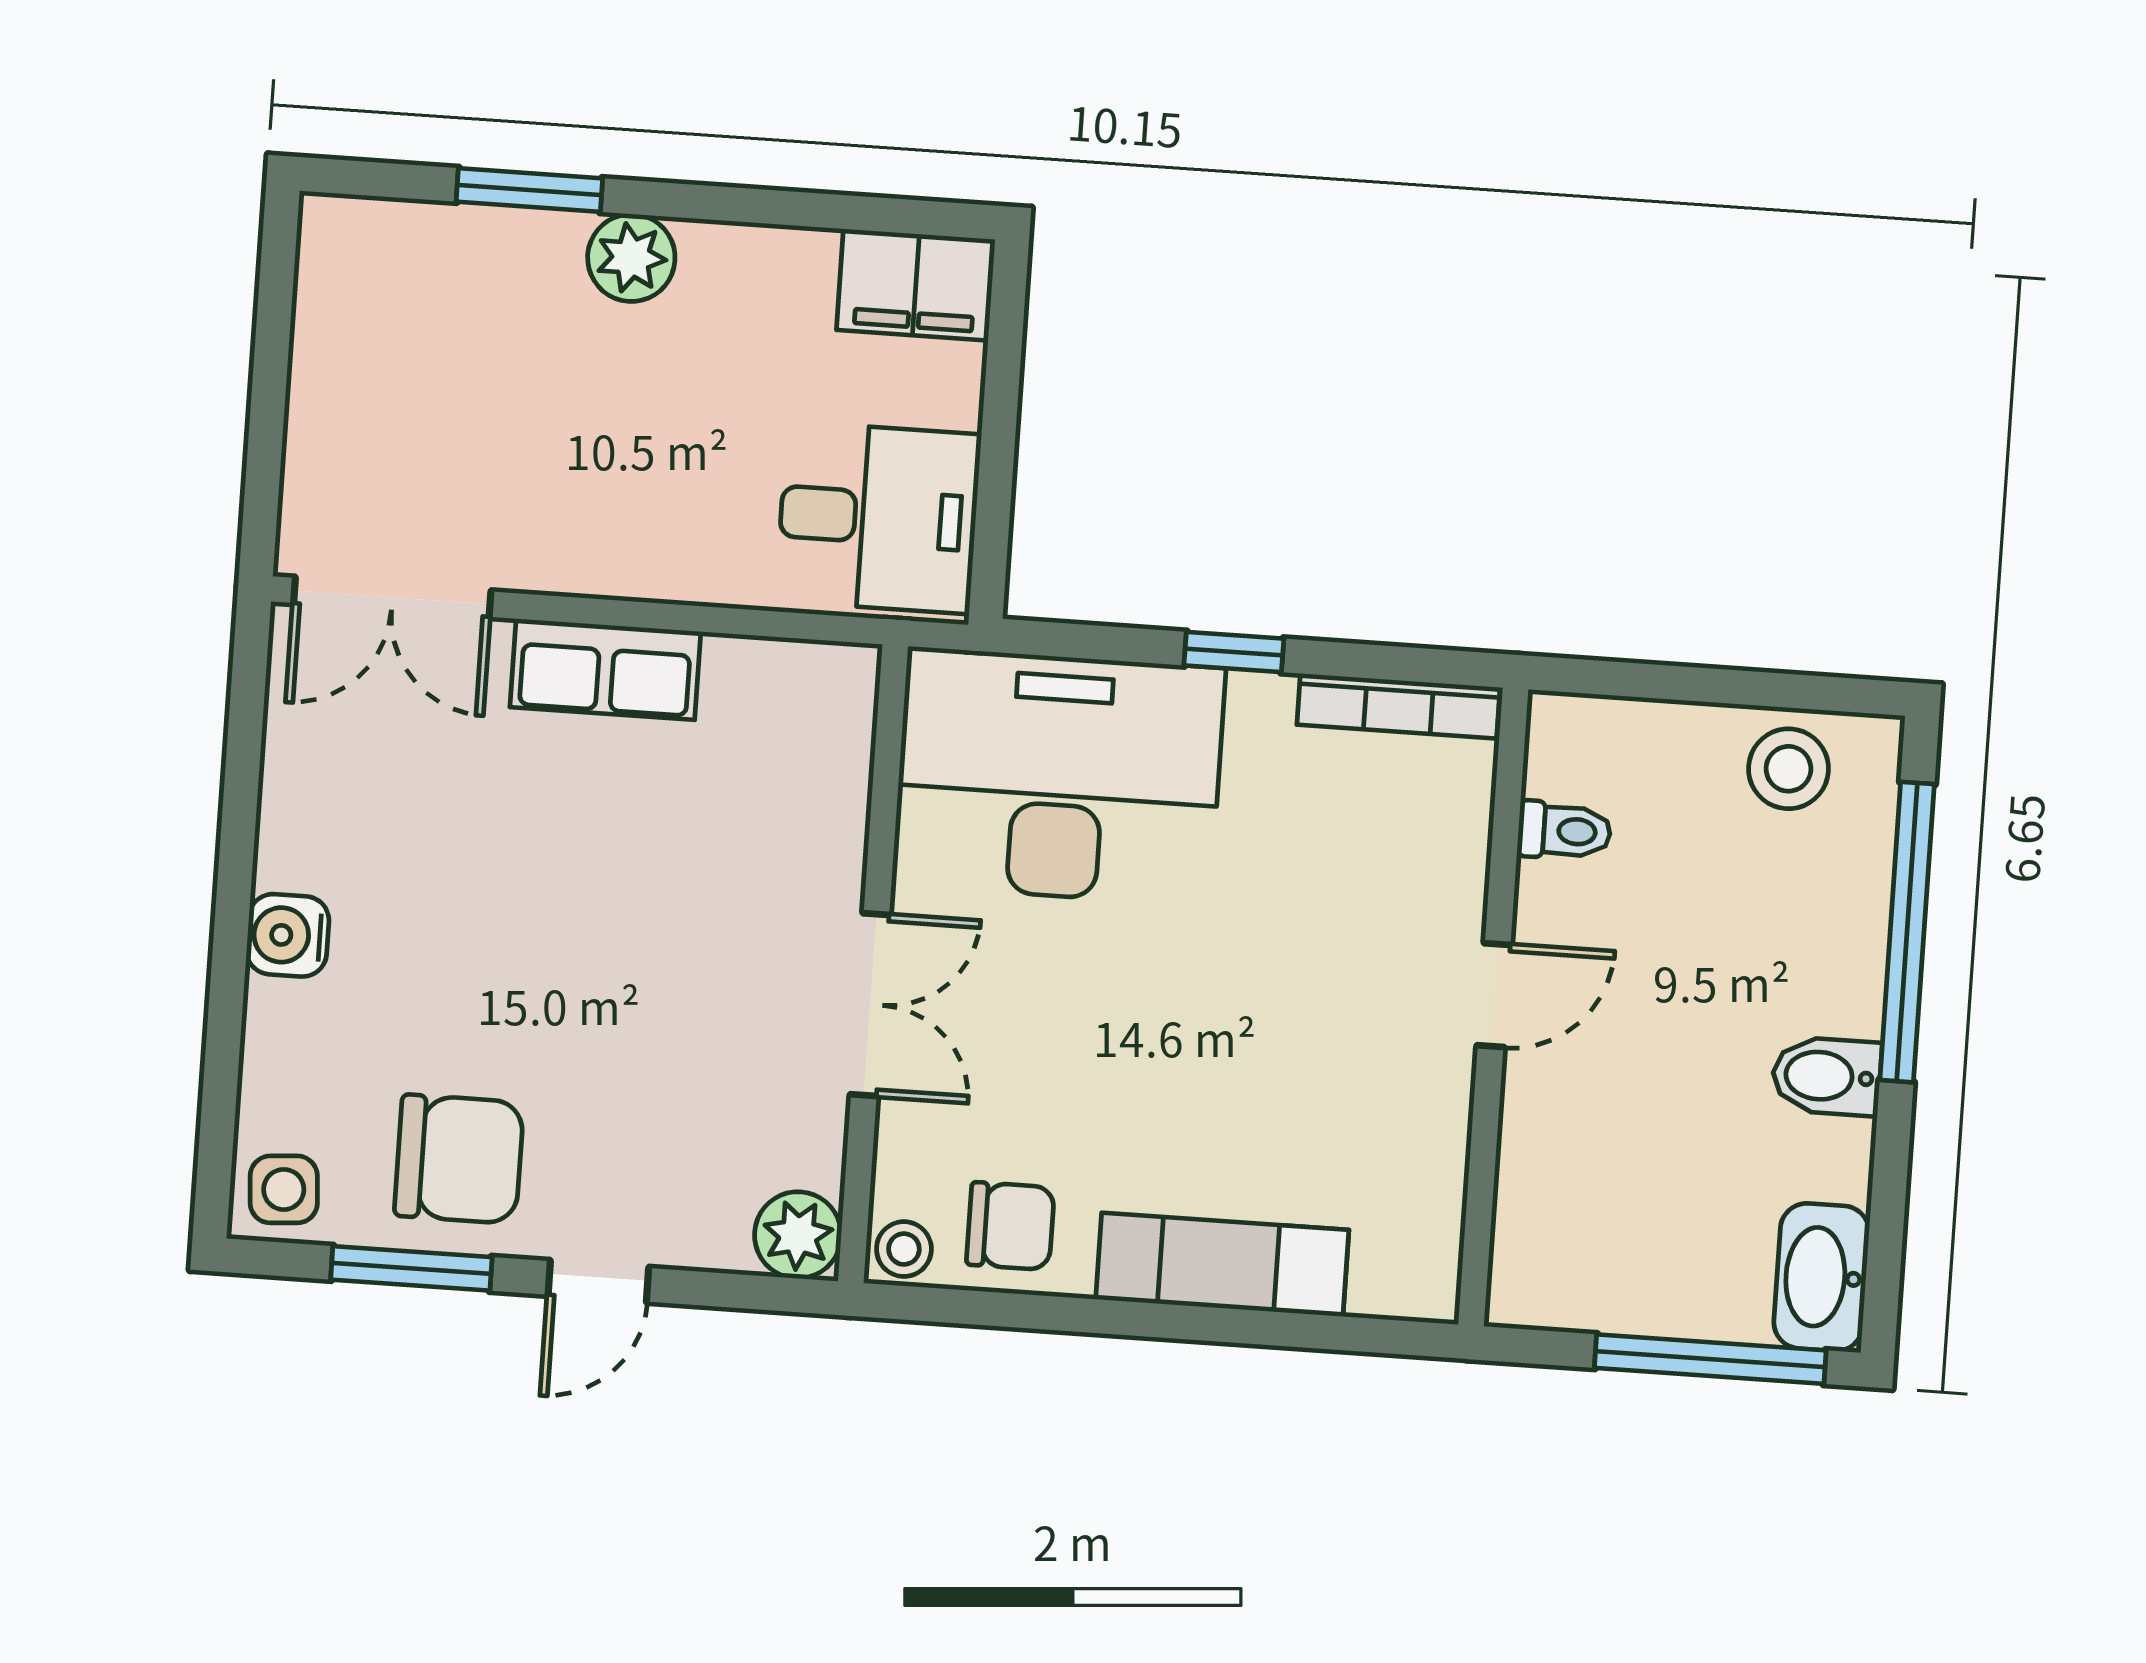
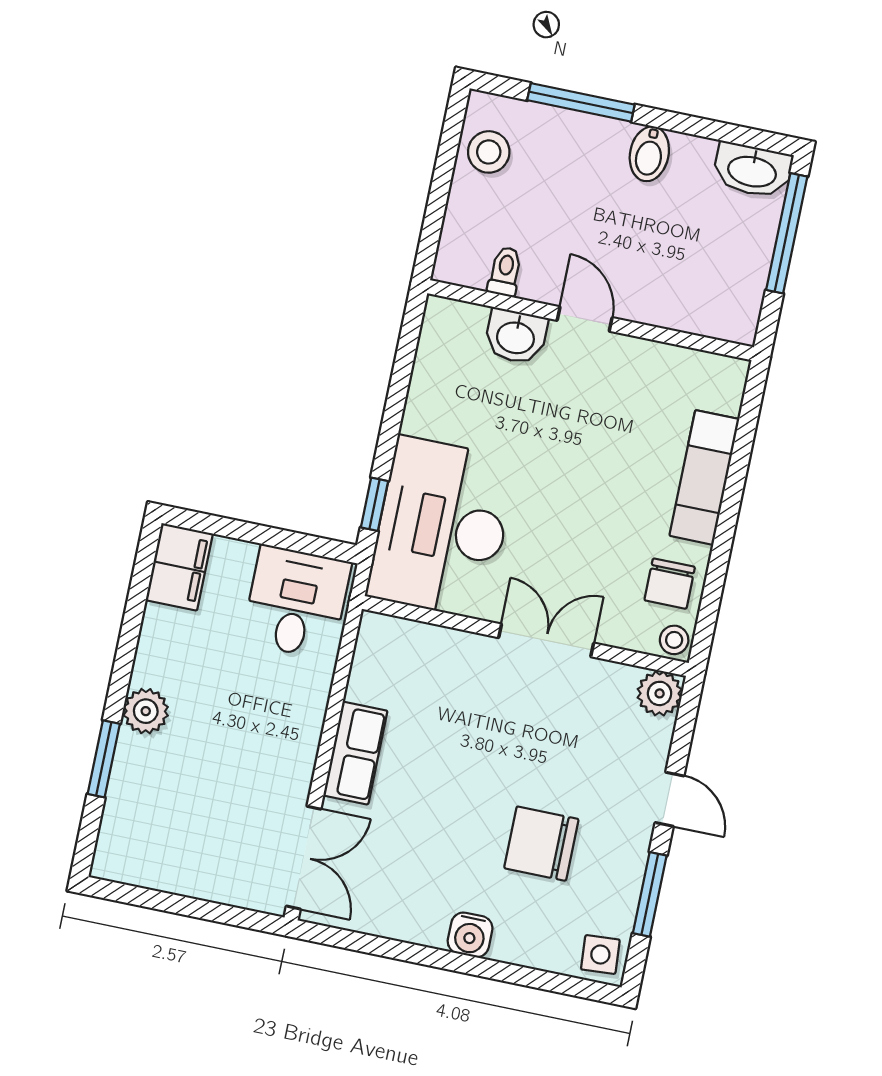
window: (1234, 652) -> (375, 504), moved
bookcase: (1399, 706) -> (429, 348), removed
washbasin: (1443, 868) -> (516, 336), added
window: (1907, 932) -> (581, 102), width x0.68
chair: (459, 1159) -> (541, 844), moved, turned -90
chair: (1010, 1226) -> (670, 584), turned 180

